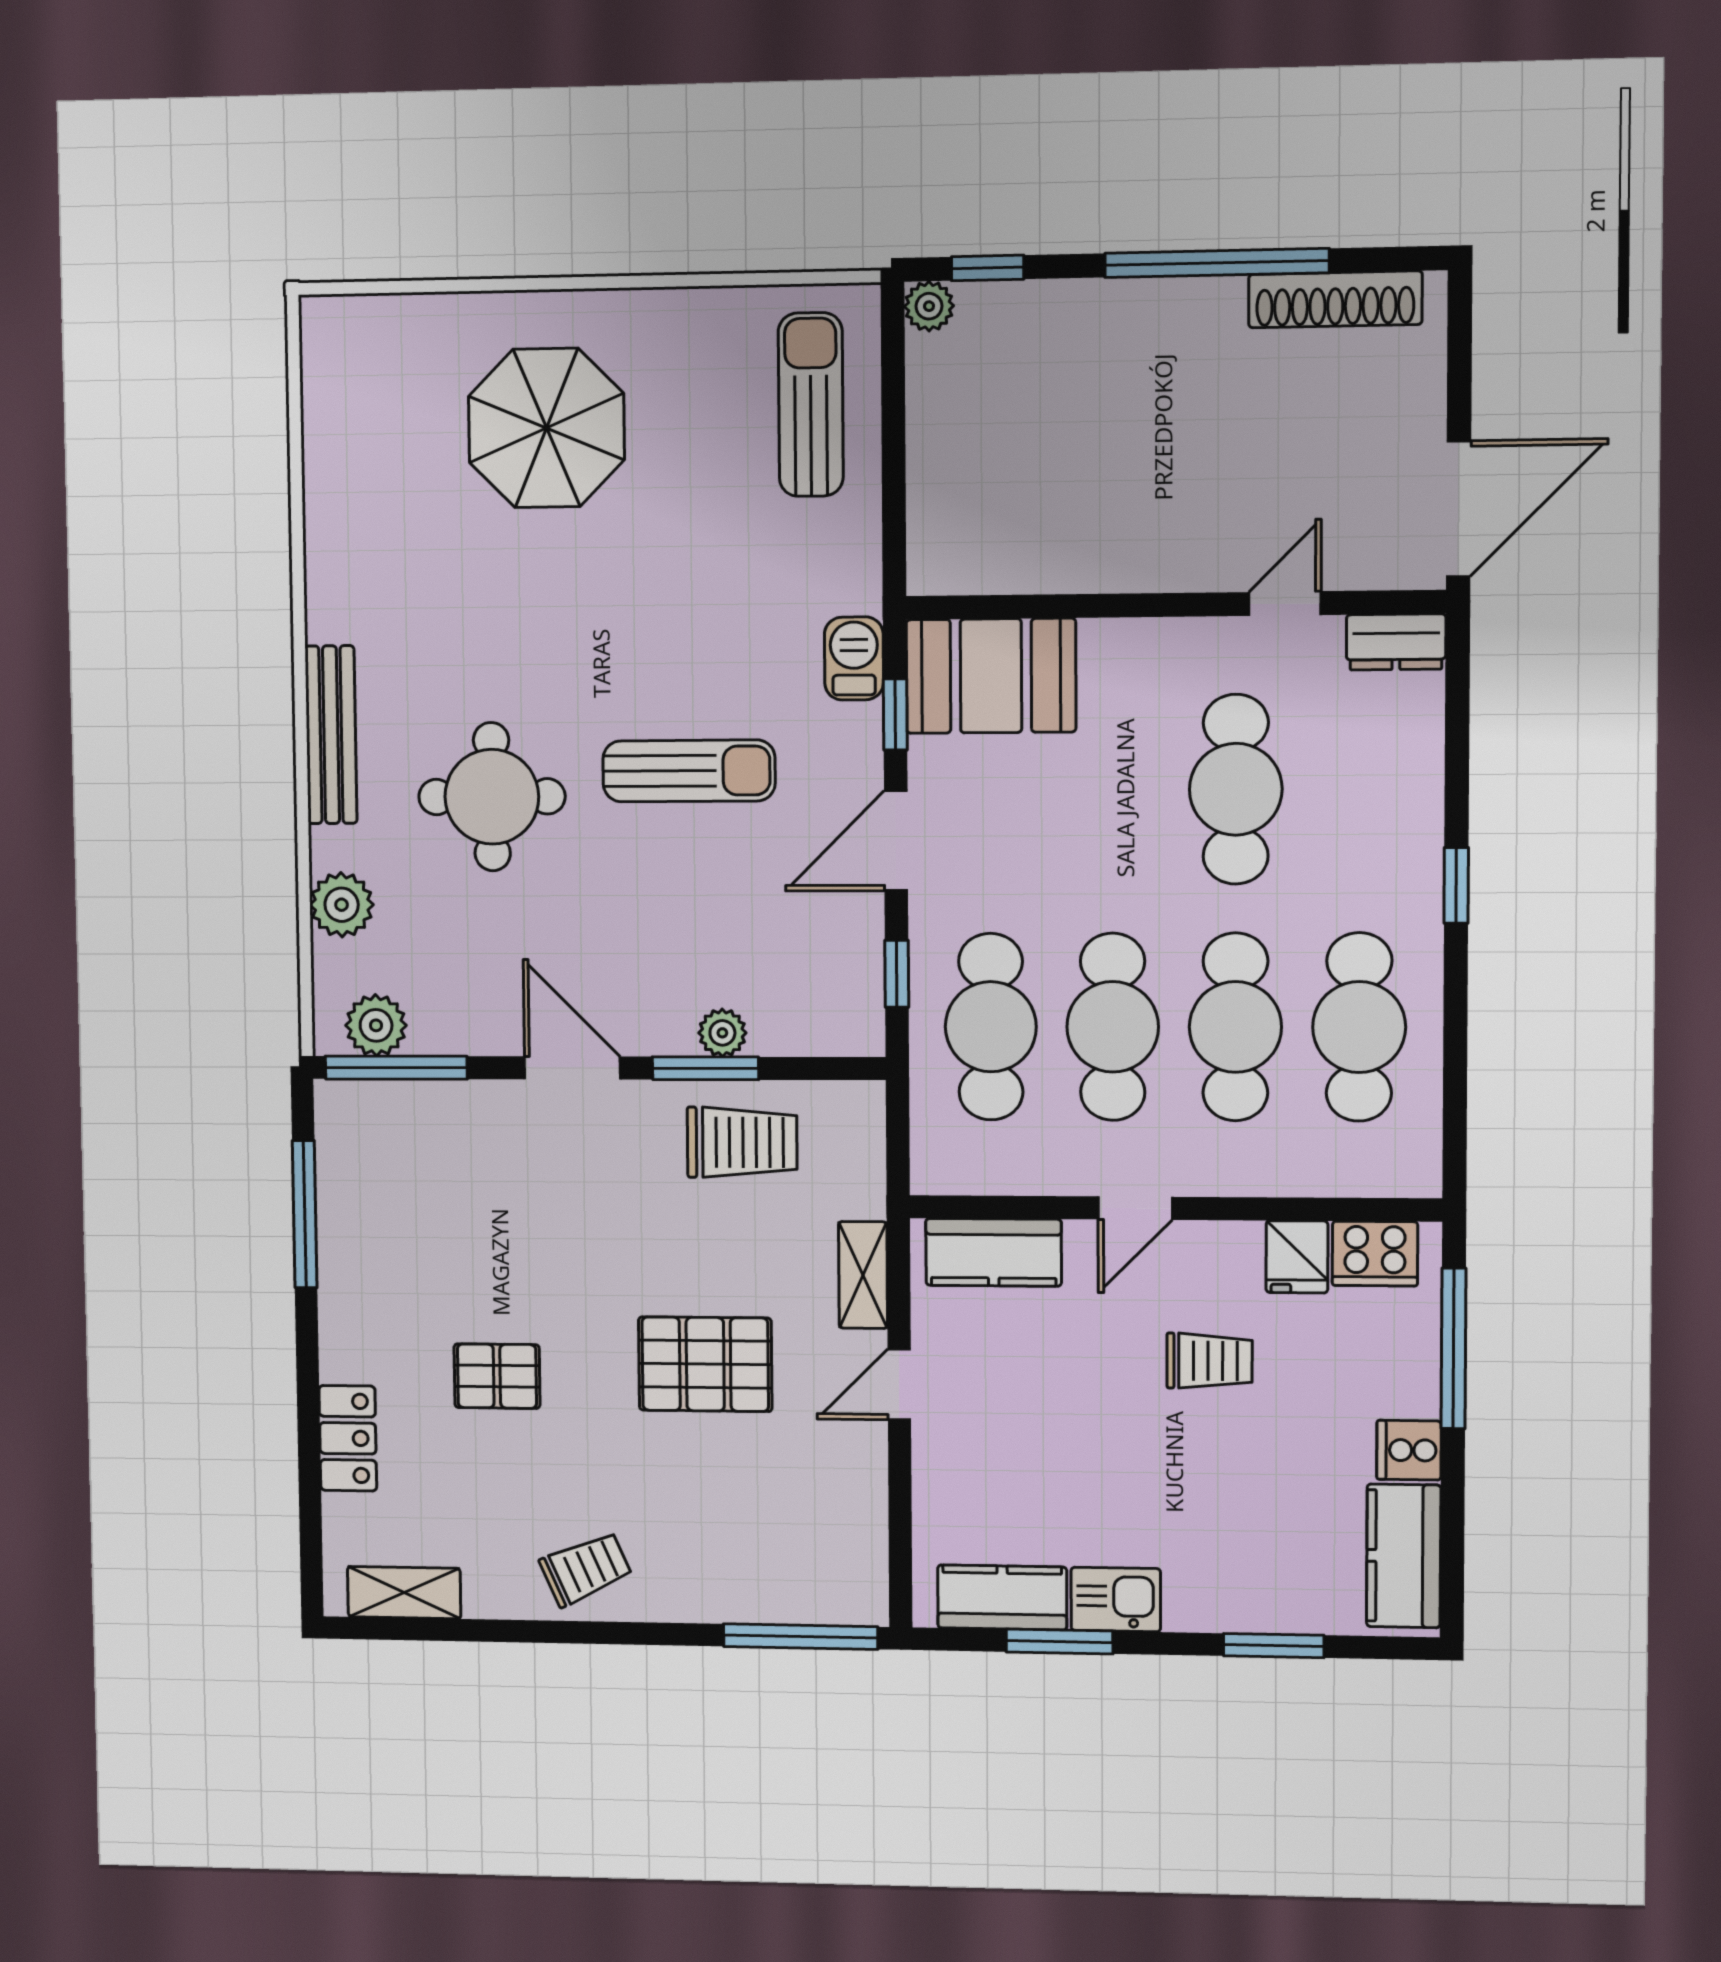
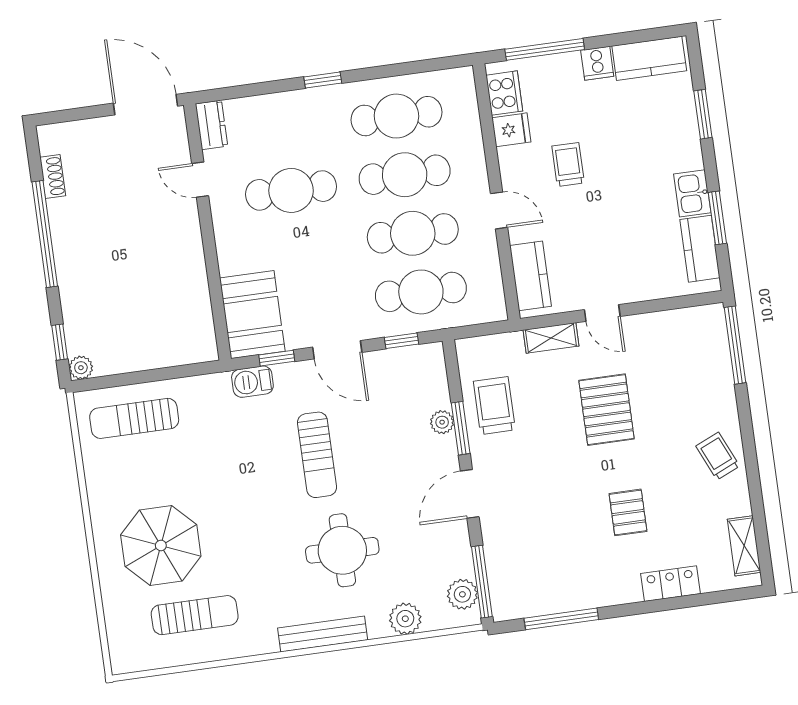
shoe rack: (1335, 299) -> (53, 176), width x0.51, depth x0.81
sun lounger: (399, 480) -> (195, 615), added
sun lounger: (689, 771) -> (317, 455), turned 180

